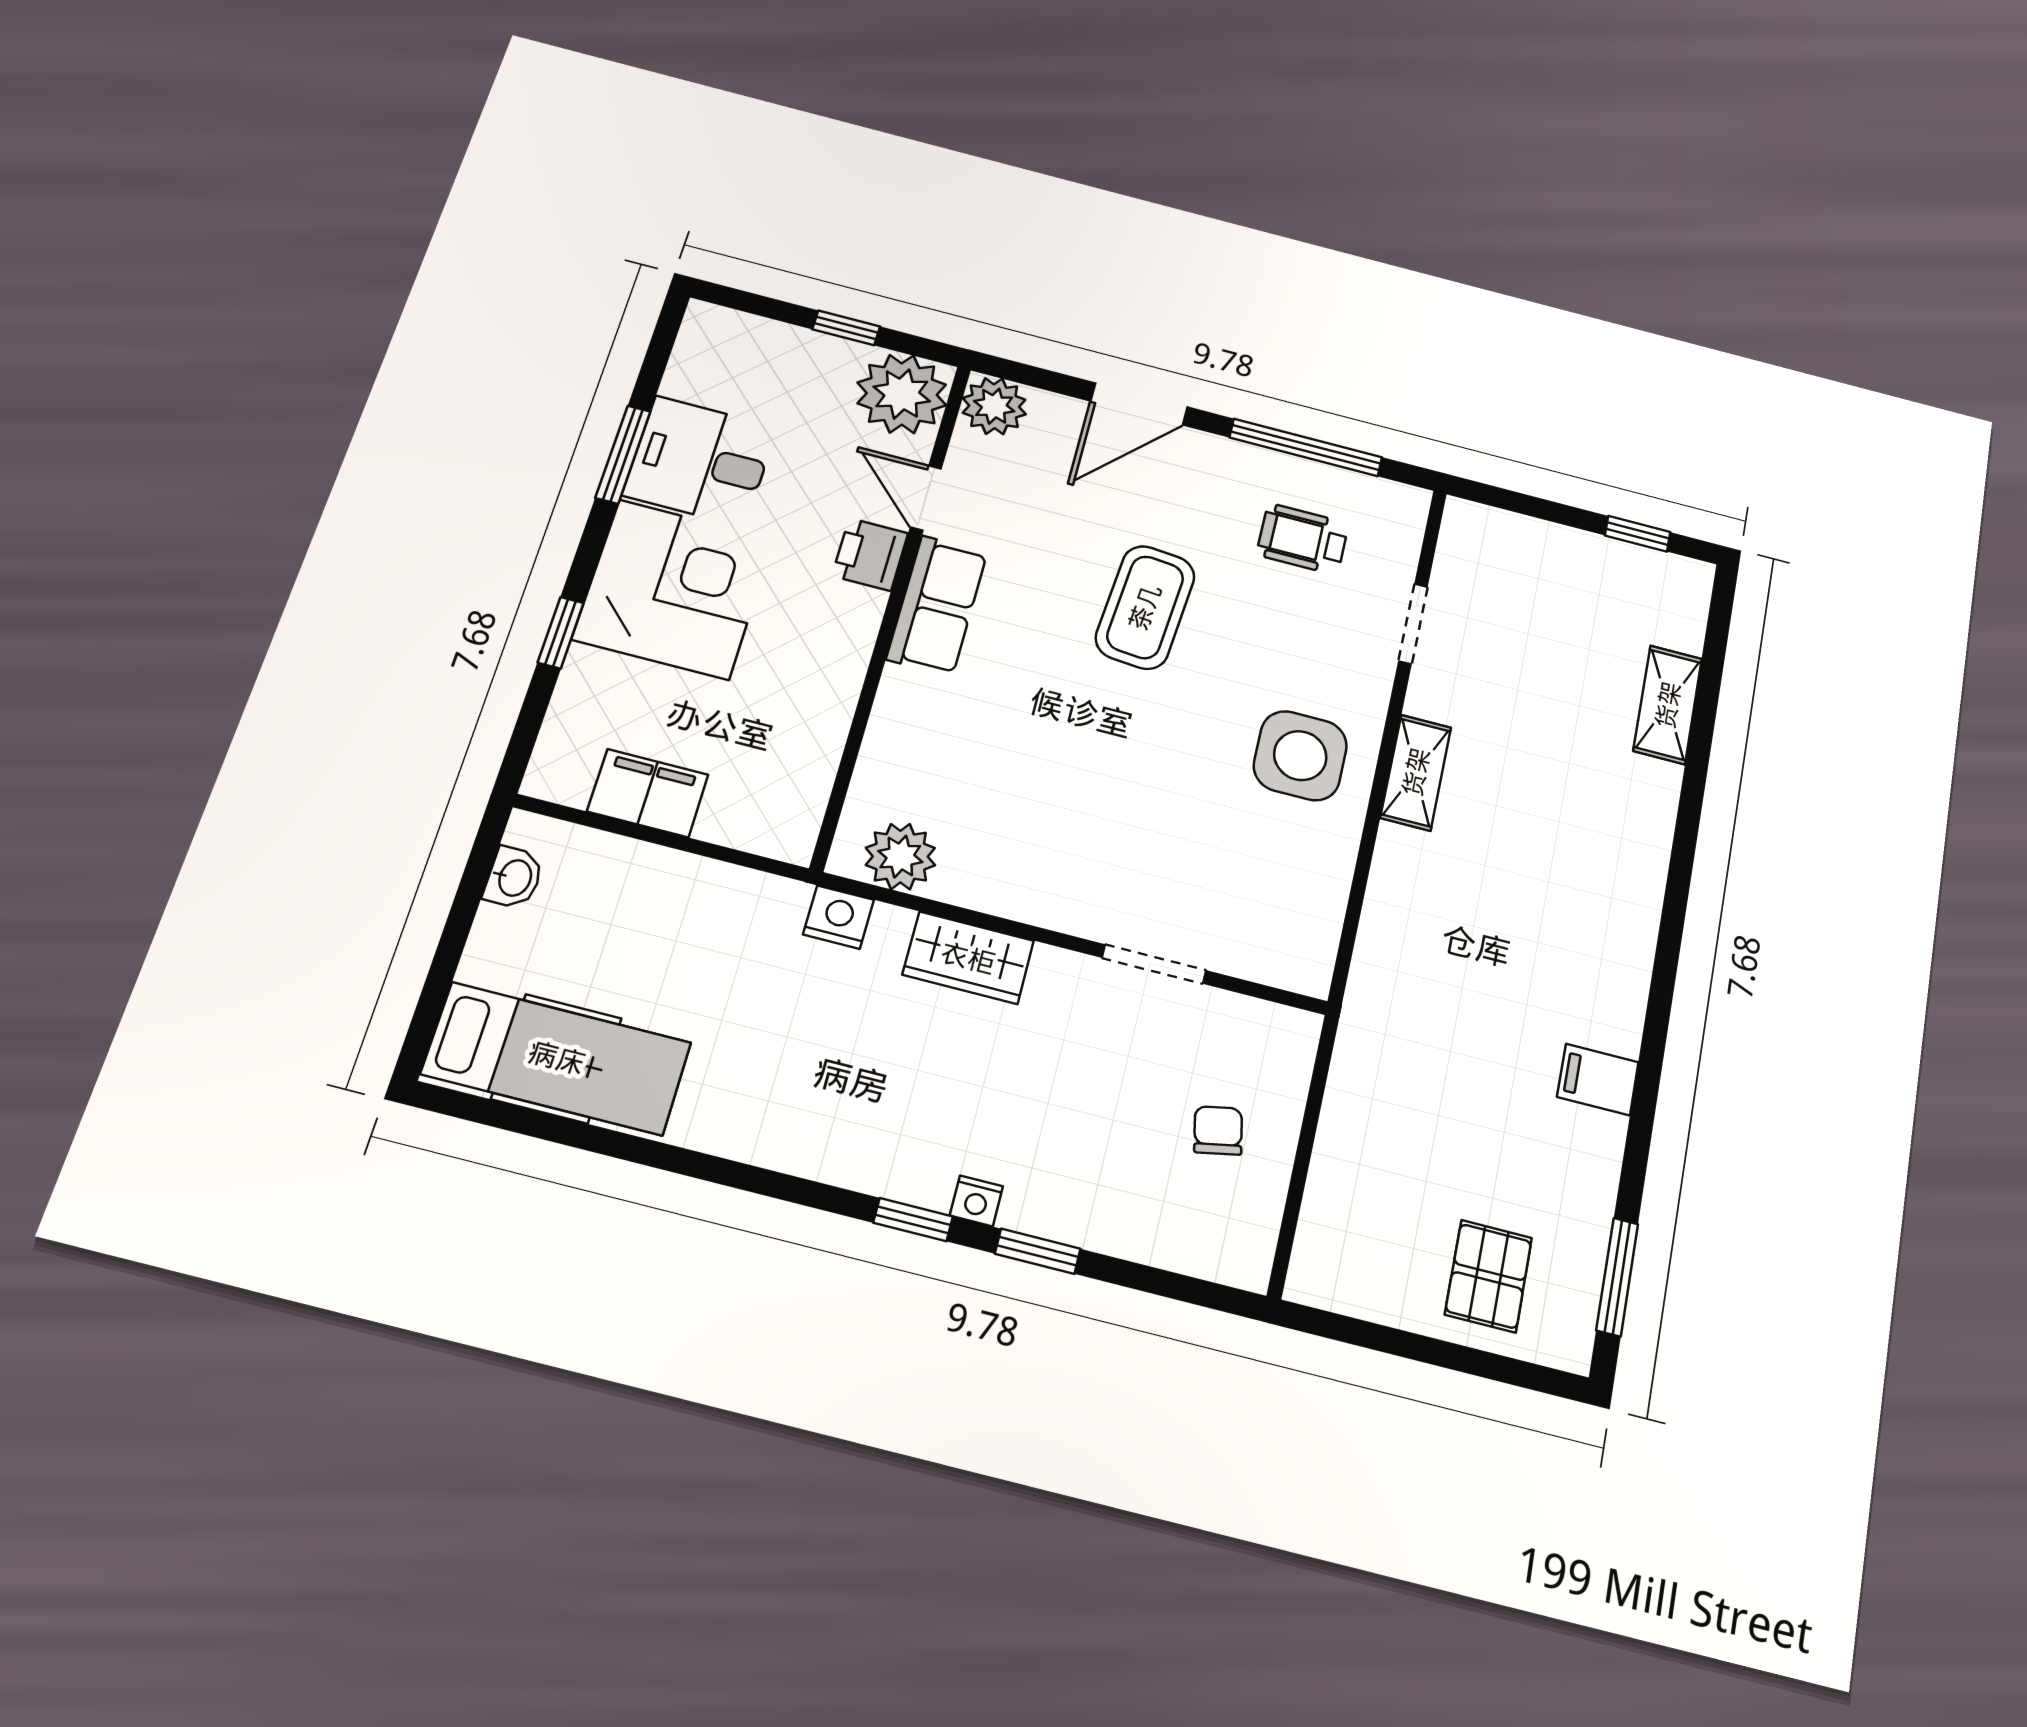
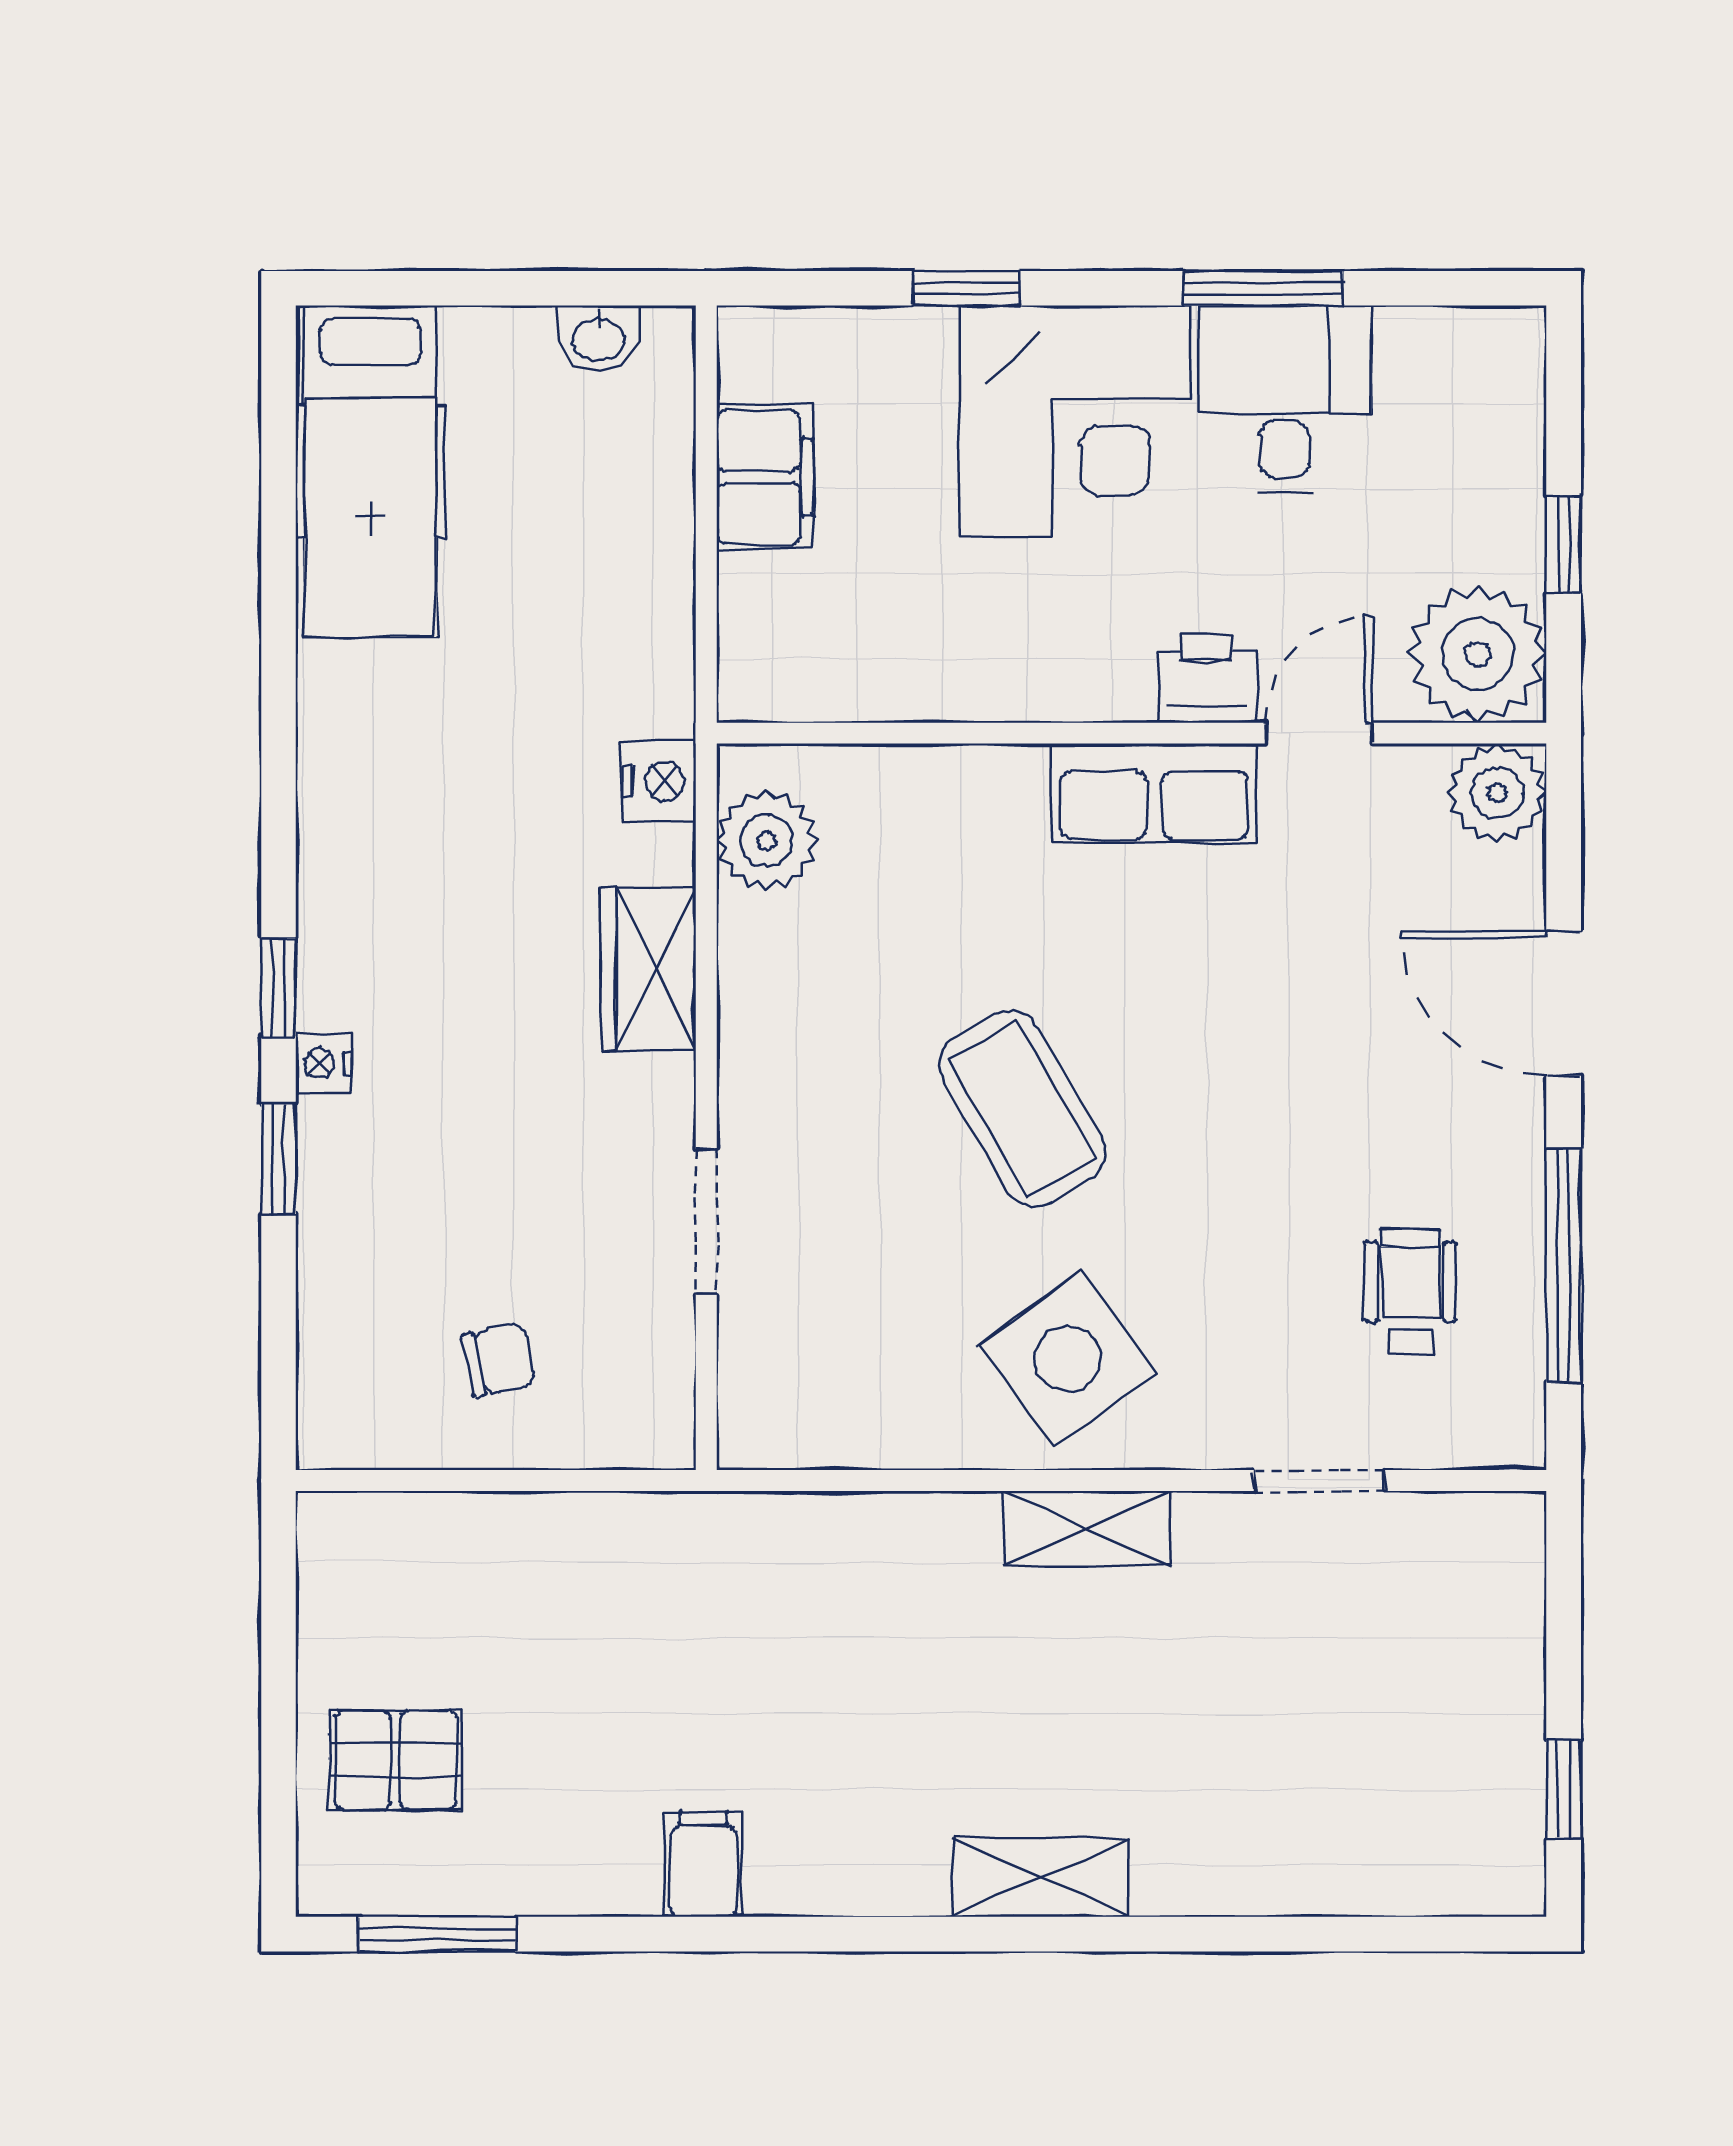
coffee table: (1145, 607) -> (1022, 1109), moved, turned 55
shelving: (1668, 705) -> (1040, 1877), moved
side table: (1300, 756) -> (1068, 1359), turned -36

